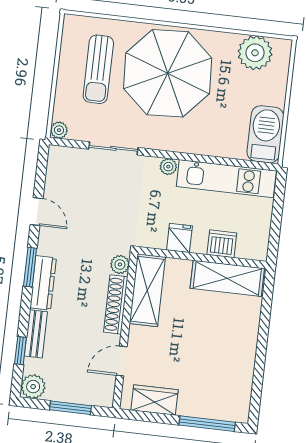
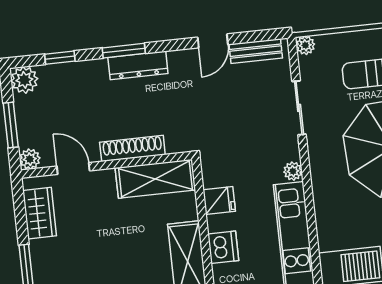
plant: (120, 265) -> (30, 159), moved
window: (30, 267) -> (124, 51), moved
bench: (36, 334) -> (256, 51), moved

